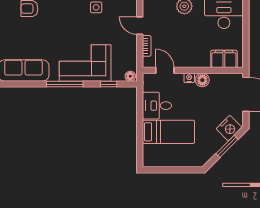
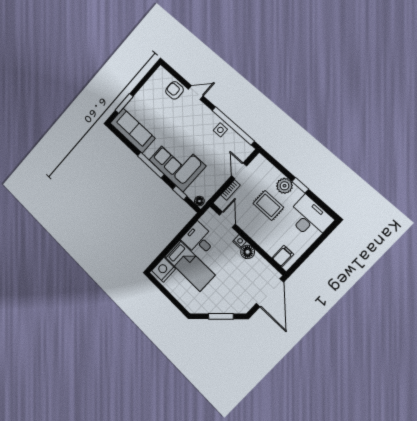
rug: (186, 32) -> (268, 205), added
filing cabinet: (224, 59) -> (283, 256), width x0.50
nightstand: (229, 128) -> (164, 270), moved, turned 135

